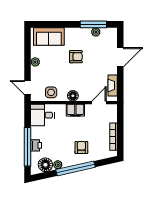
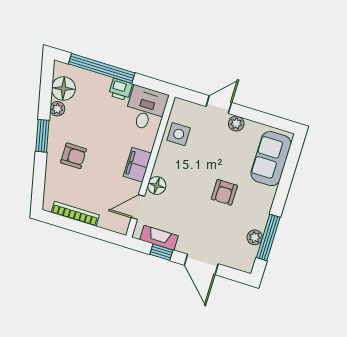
window: (120, 82) -> (161, 252), added
door: (28, 88) -> (219, 104), moved
floor lamp: (73, 96) -> (157, 186), moved
door: (99, 103) -> (138, 207), swing flipped
printer: (36, 145) -> (120, 89), moved
window: (76, 168) -> (42, 136), width x0.47

